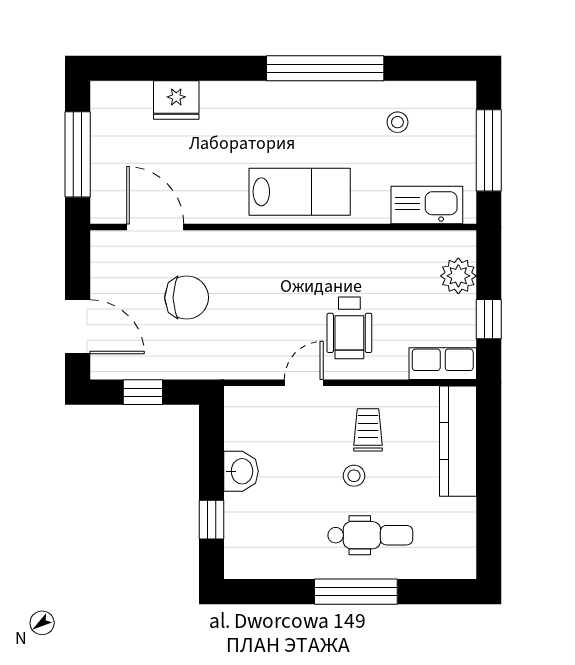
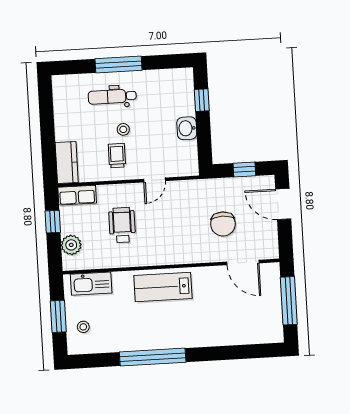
fridge: (176, 100) -> (235, 334), removed
stool: (397, 122) -> (83, 327), moved
window: (489, 150) -> (58, 316), width x0.69
chair: (187, 298) -> (223, 224), turned -90
wheelchair: (349, 328) -> (122, 225), moved
trolley: (368, 430) -> (117, 156), turned 180
kitchen counter: (458, 441) -> (67, 162), width x0.67

